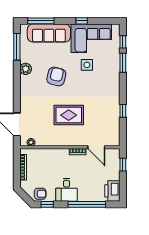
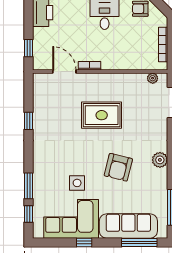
plant: (26, 69) -> (160, 160), moved

